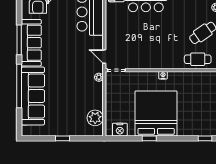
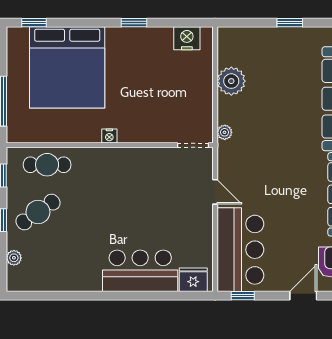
door: (104, 56) -> (215, 192), moved
bed: (156, 113) -> (67, 67), moved
plant: (95, 118) -> (231, 81), moved

